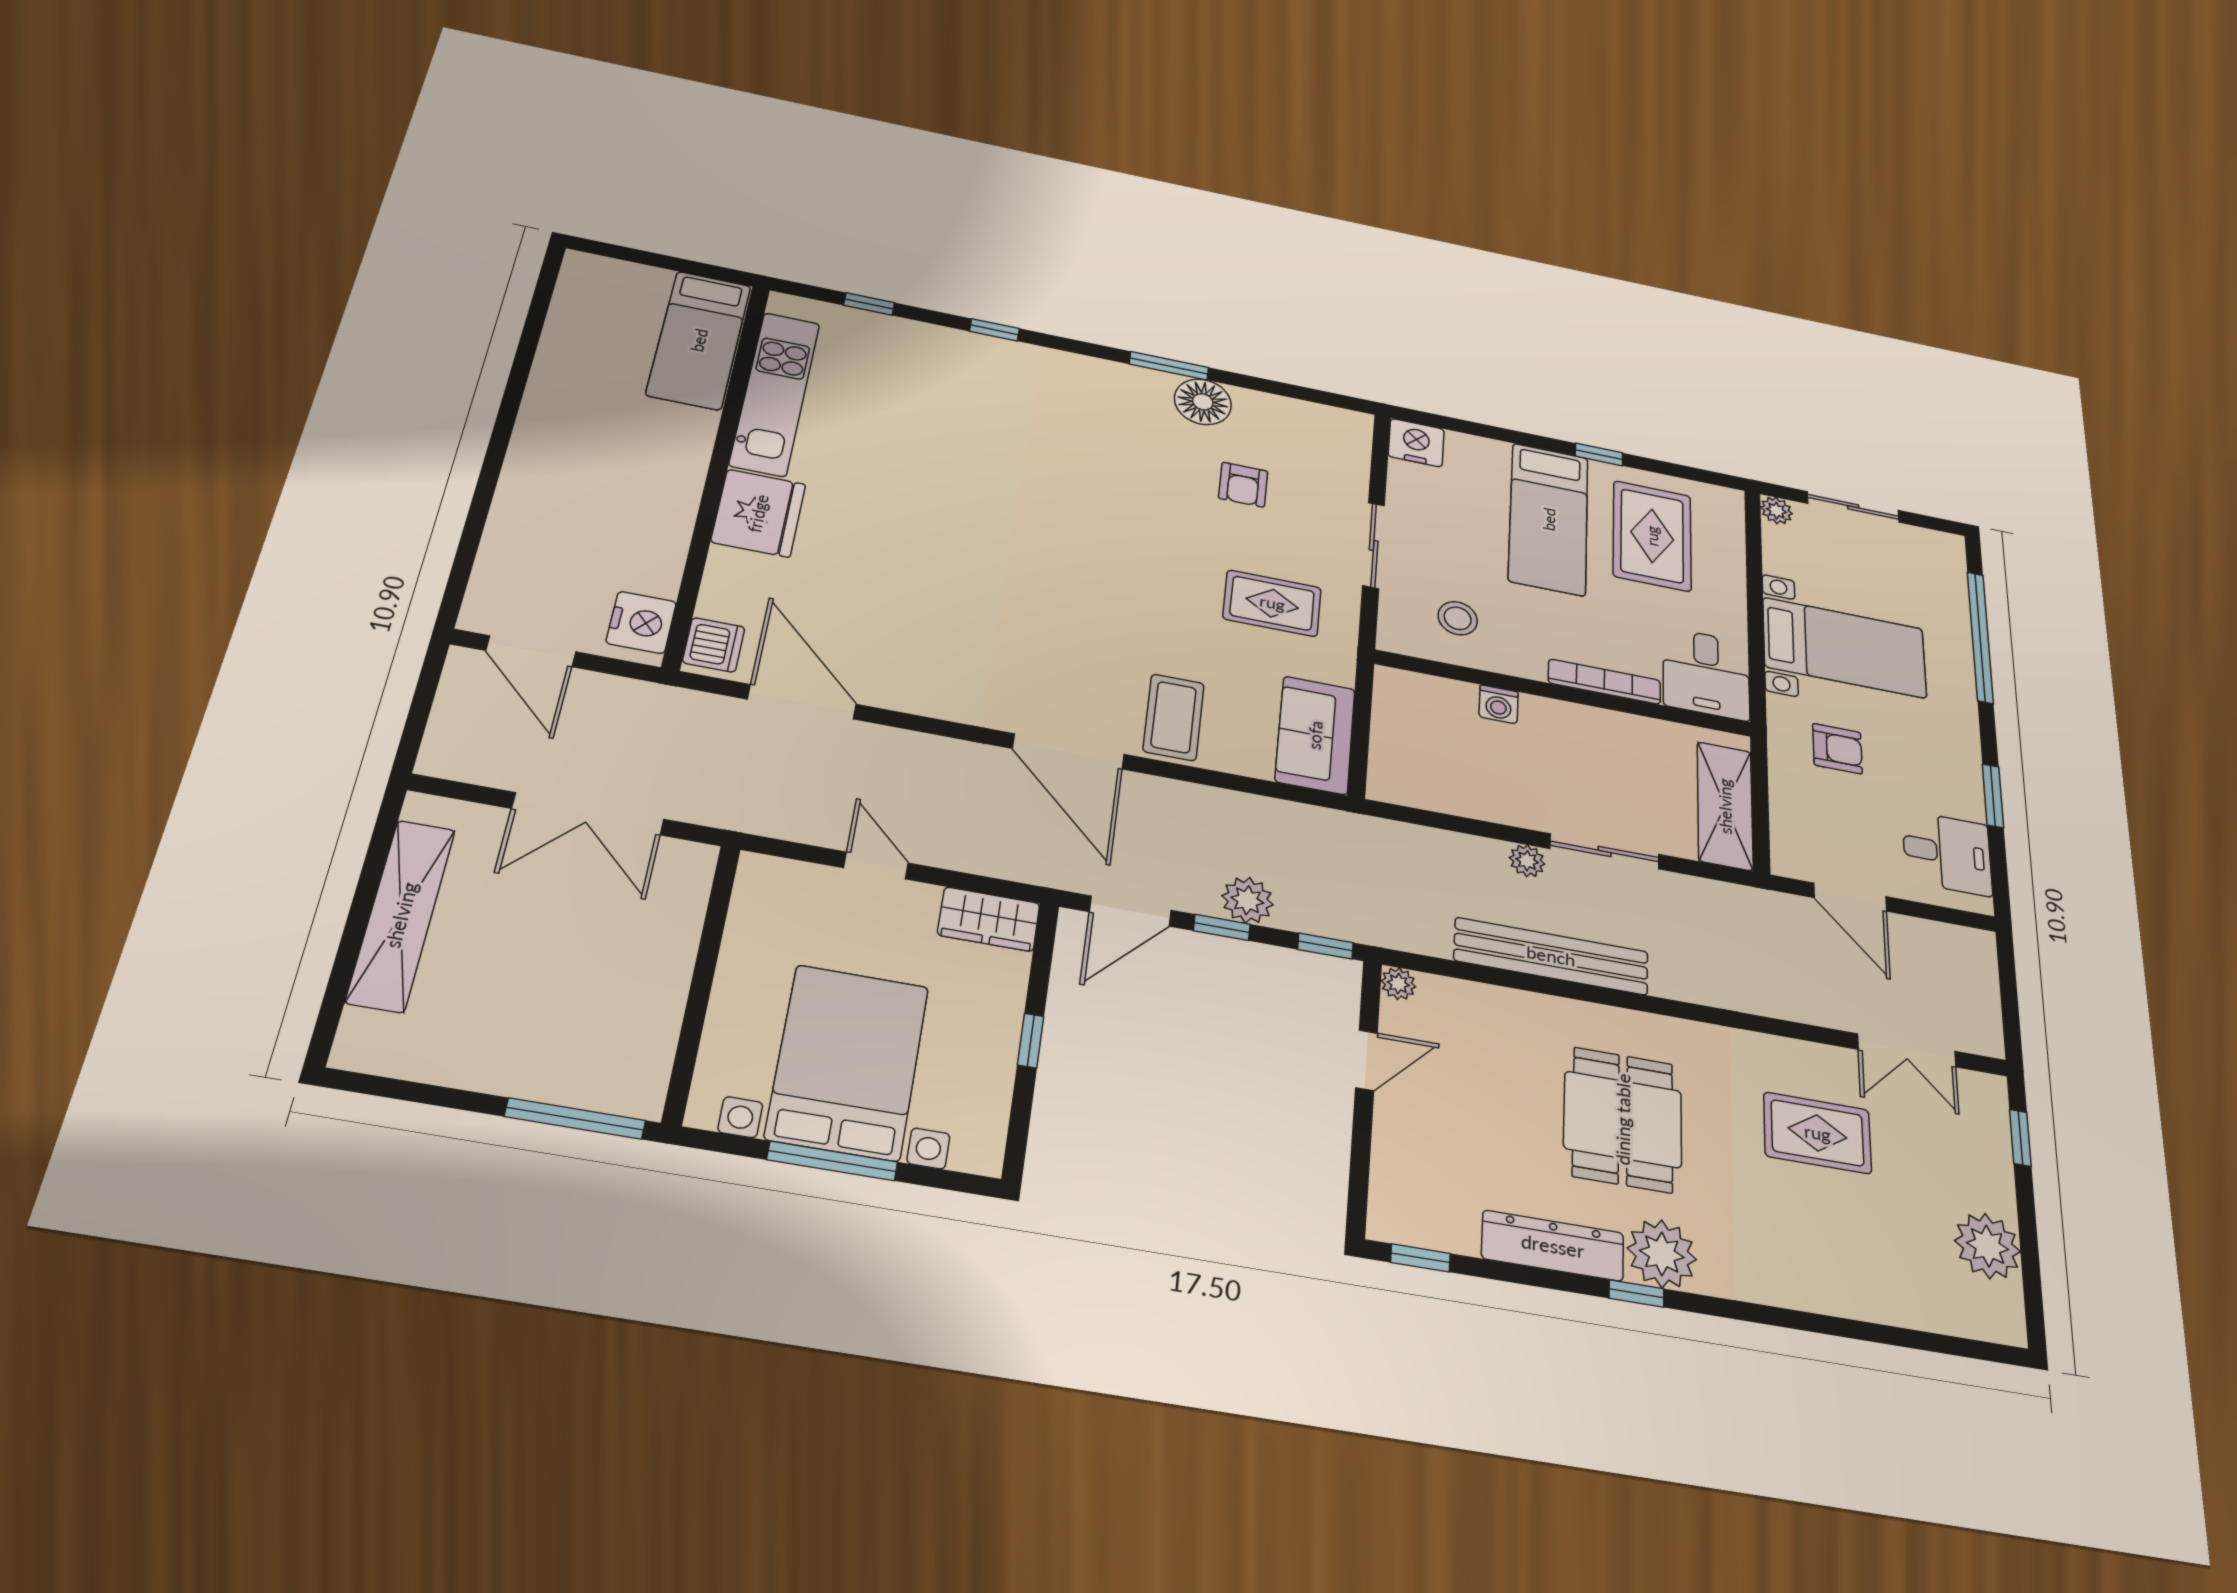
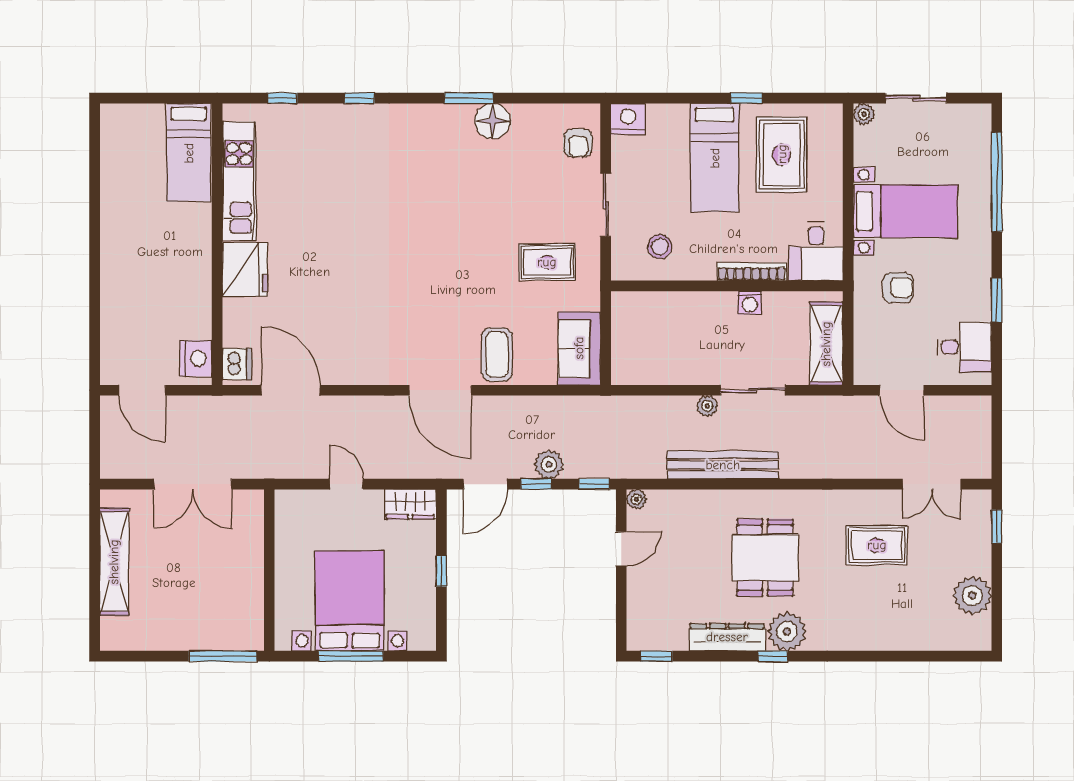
armchair: (1243, 485) -> (578, 143), moved
washing machine: (1499, 704) -> (750, 303), moved

